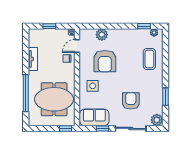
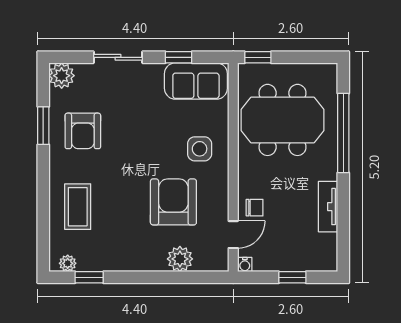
armchair: (131, 101) -> (83, 131), moved
sliding door: (131, 128) -> (118, 57), width x0.73

